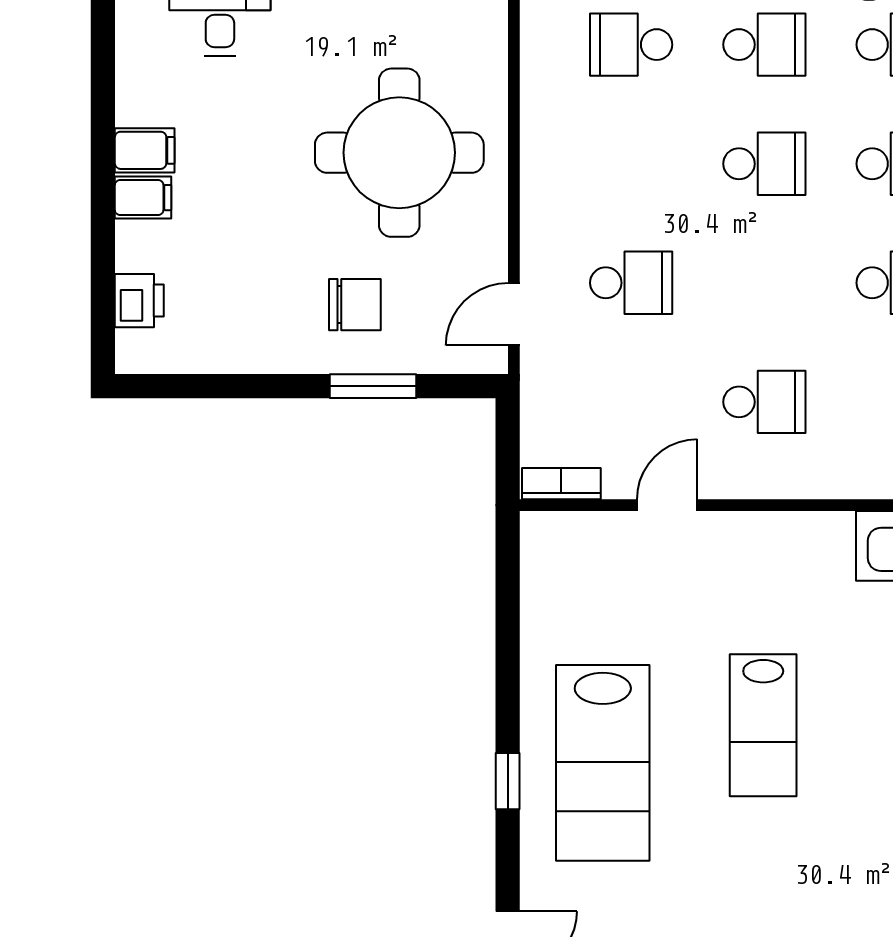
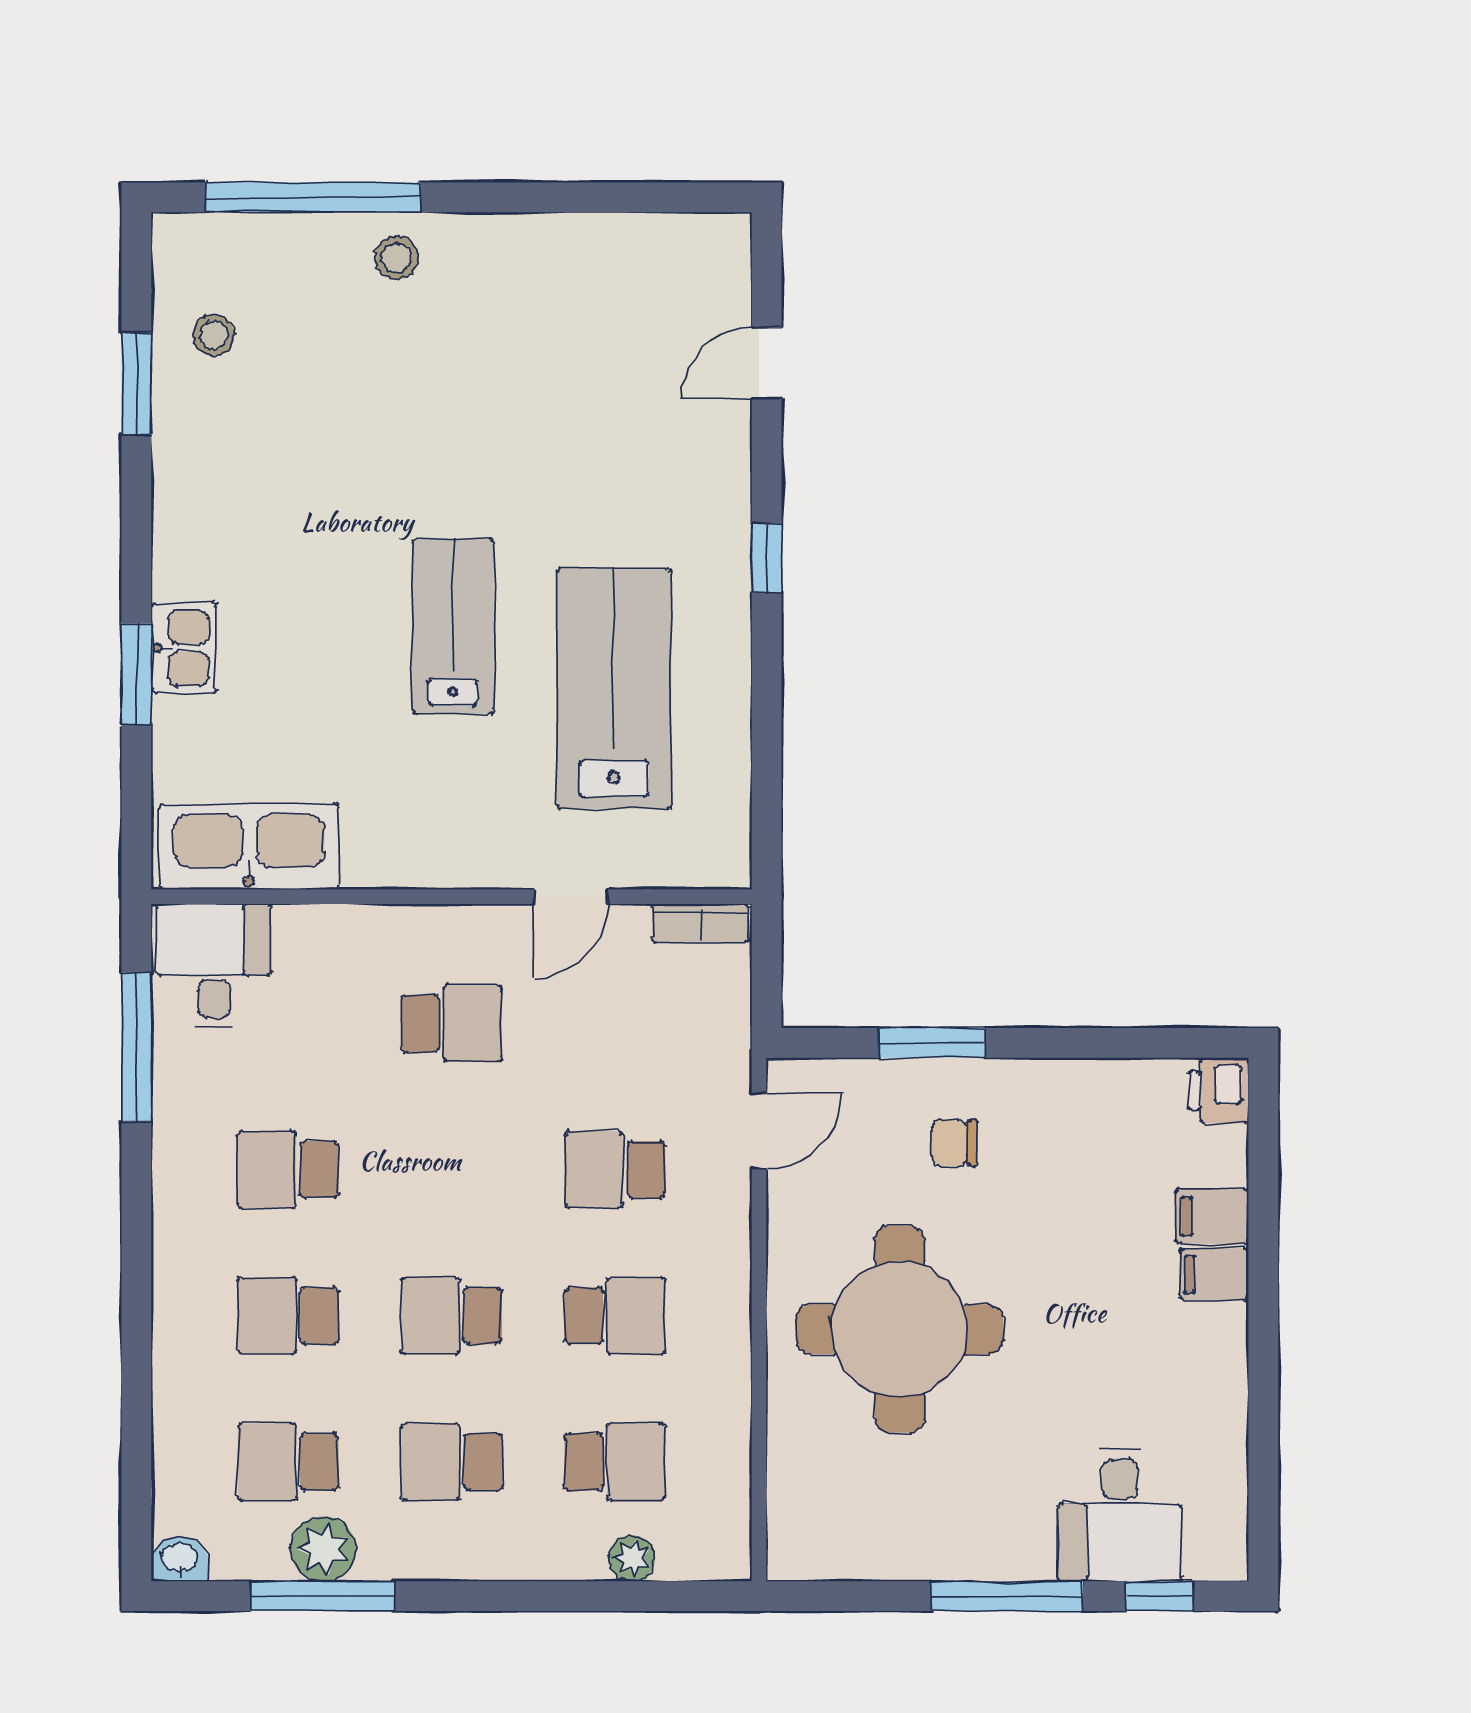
filing cabinet: (145, 150) -> (1212, 1216), moved
school desk: (631, 164) -> (615, 1316), added
printer: (139, 301) -> (1219, 1090), moved
chair: (355, 305) -> (954, 1143), width x0.73, depth x0.73
school desk: (764, 402) -> (452, 1023), turned 180
lab bench: (603, 763) -> (614, 688), moved

